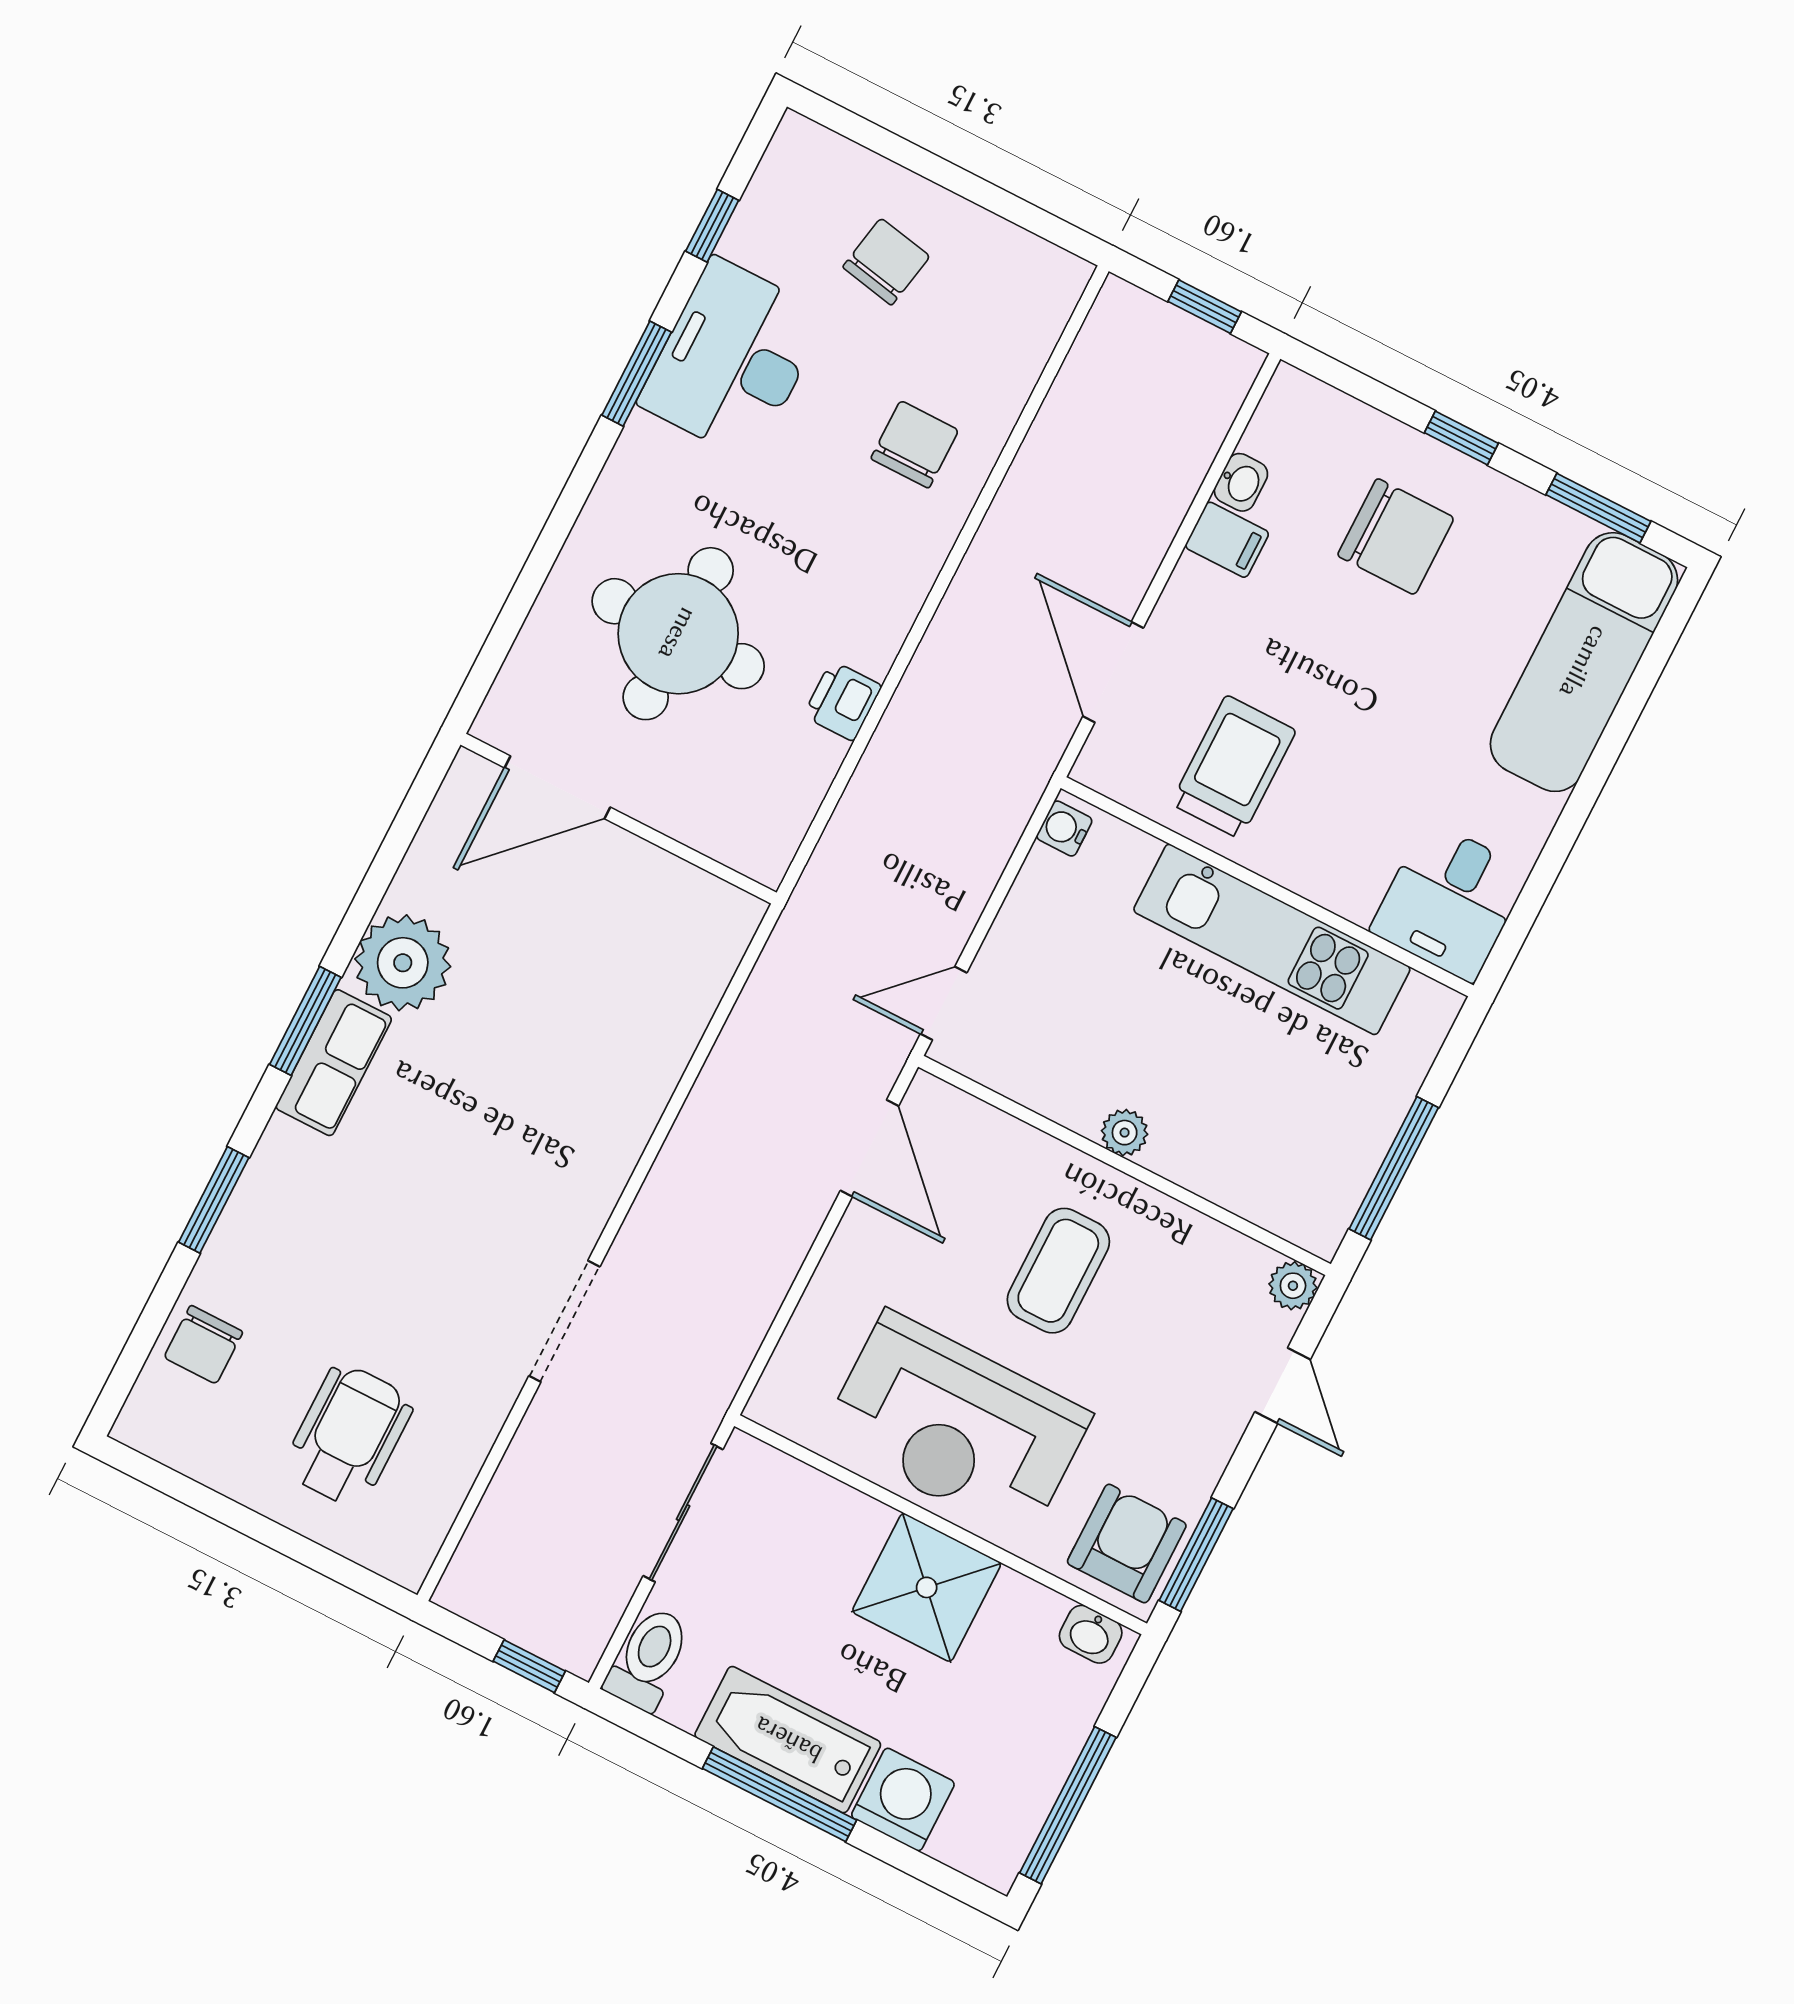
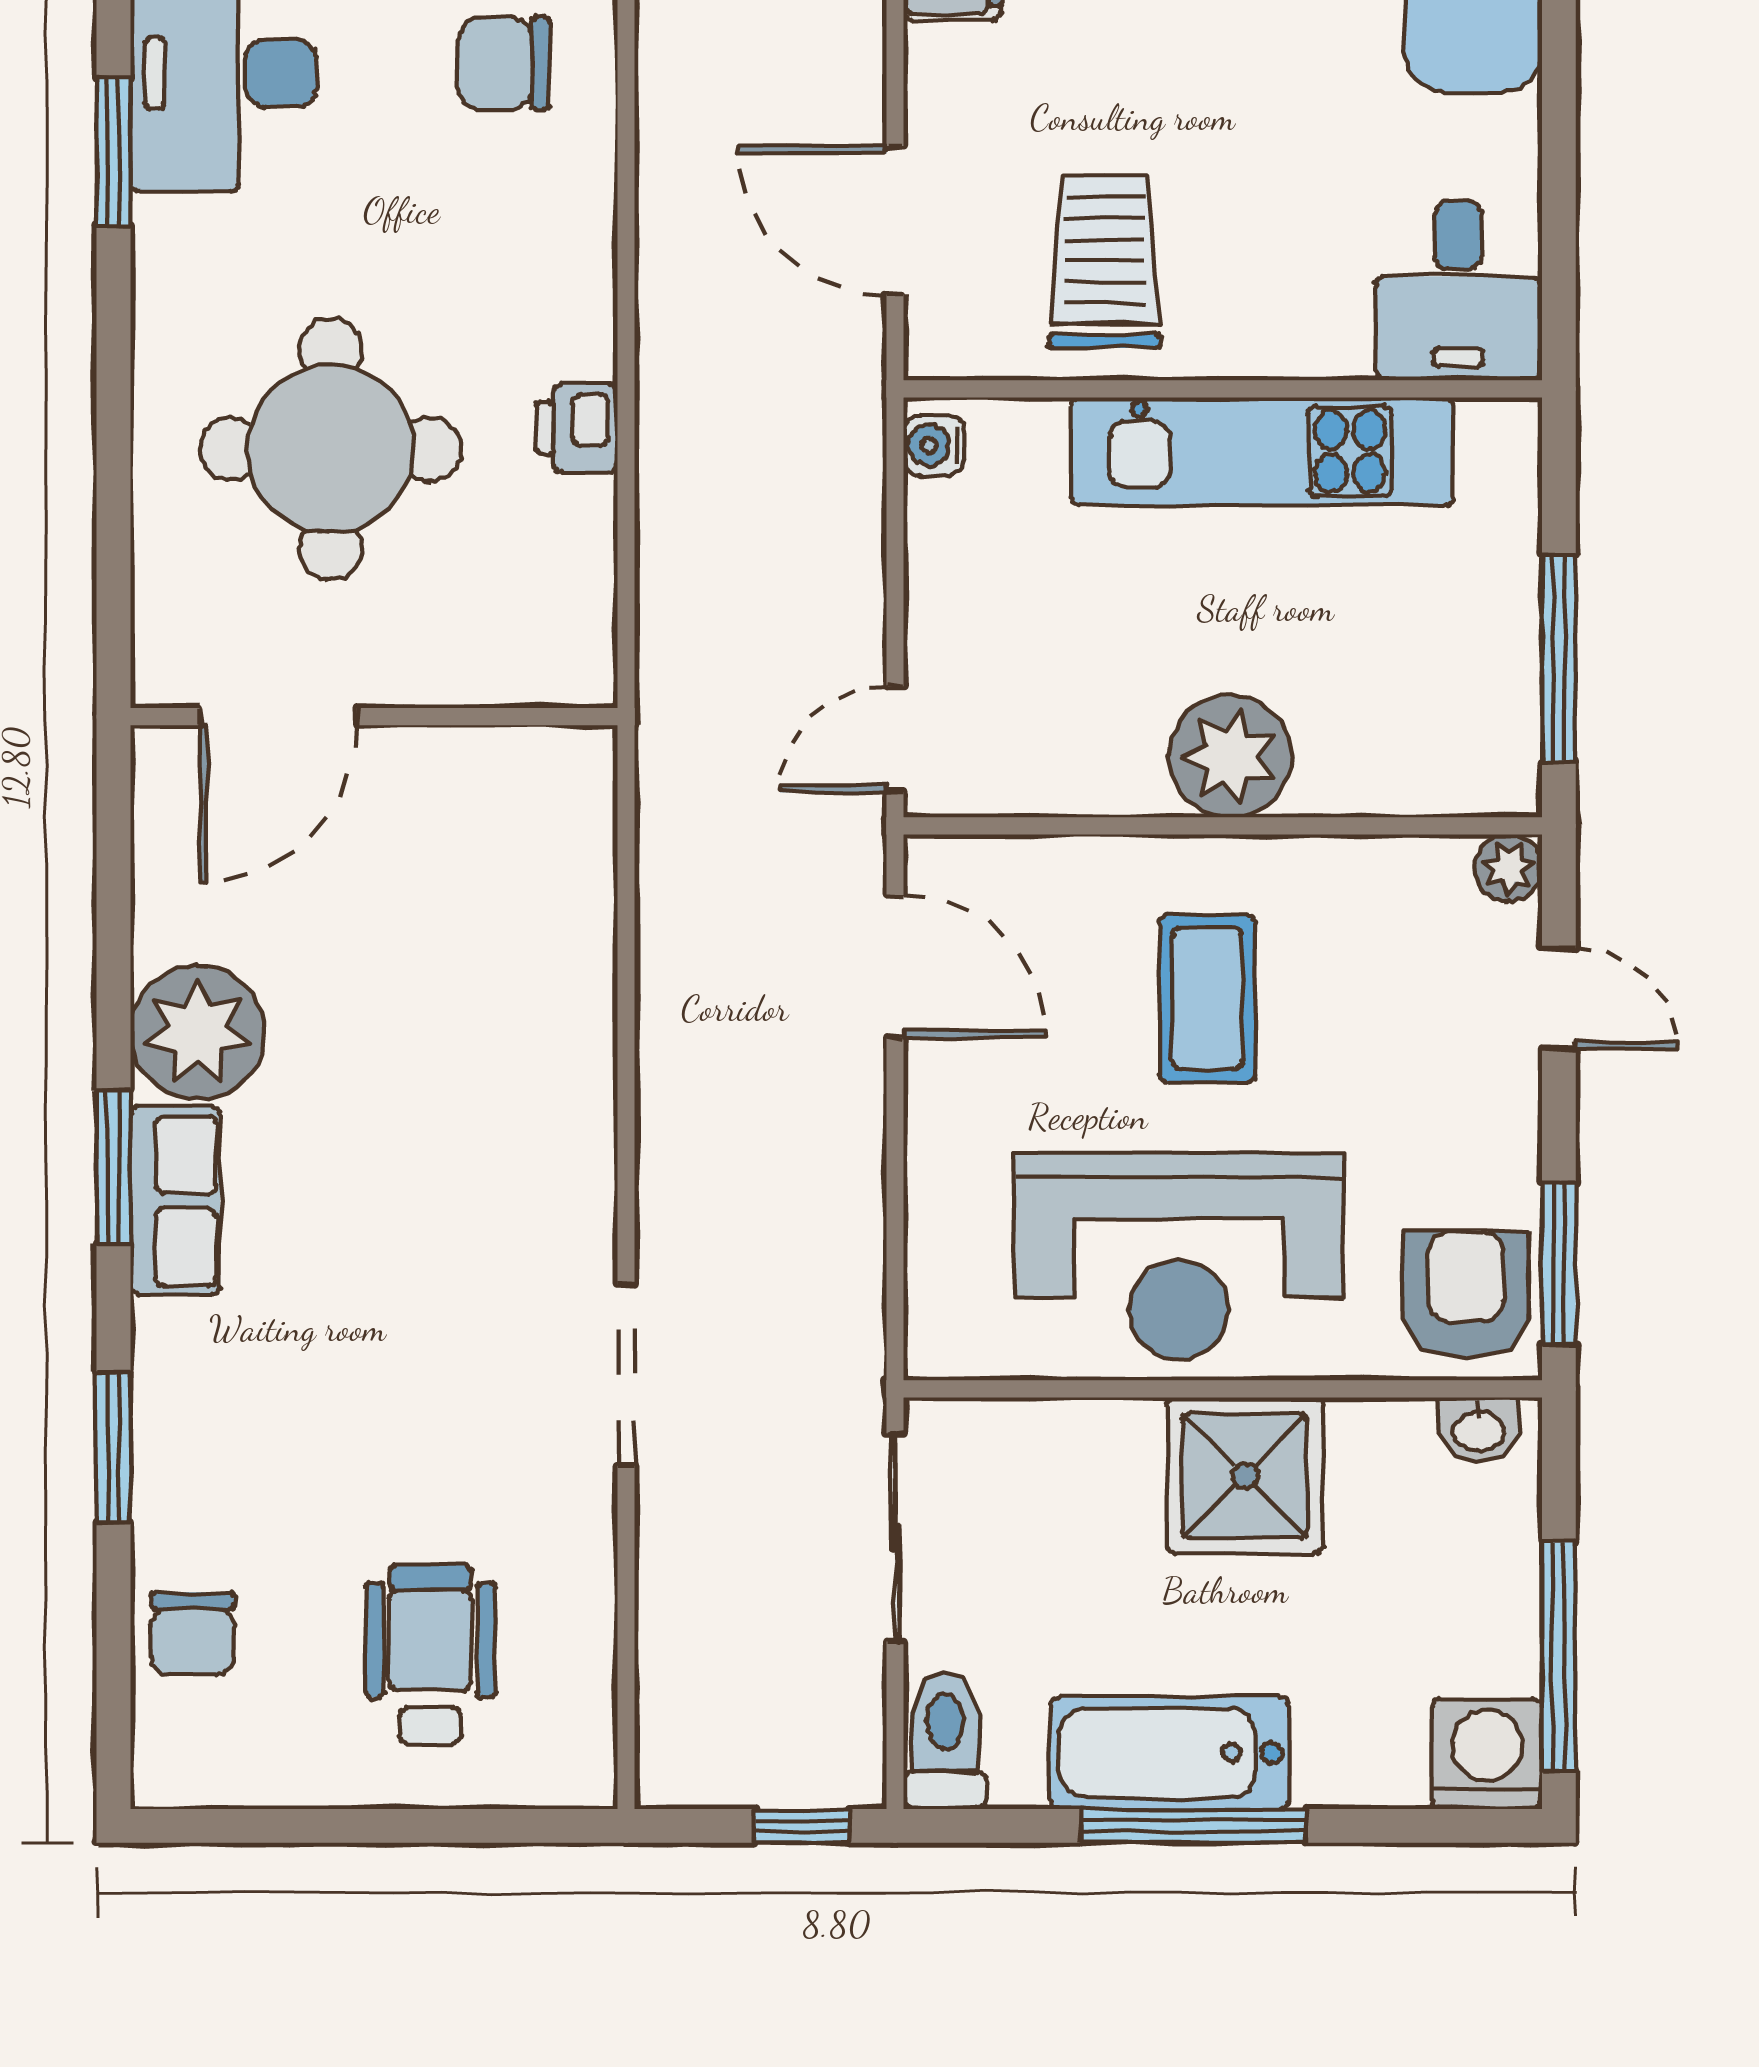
chair: (915, 444) -> (504, 64), turned -90
plant: (1125, 1133) -> (1230, 756), width x1.87, depth x1.87
washing machine: (903, 1800) -> (1487, 1754), moved

